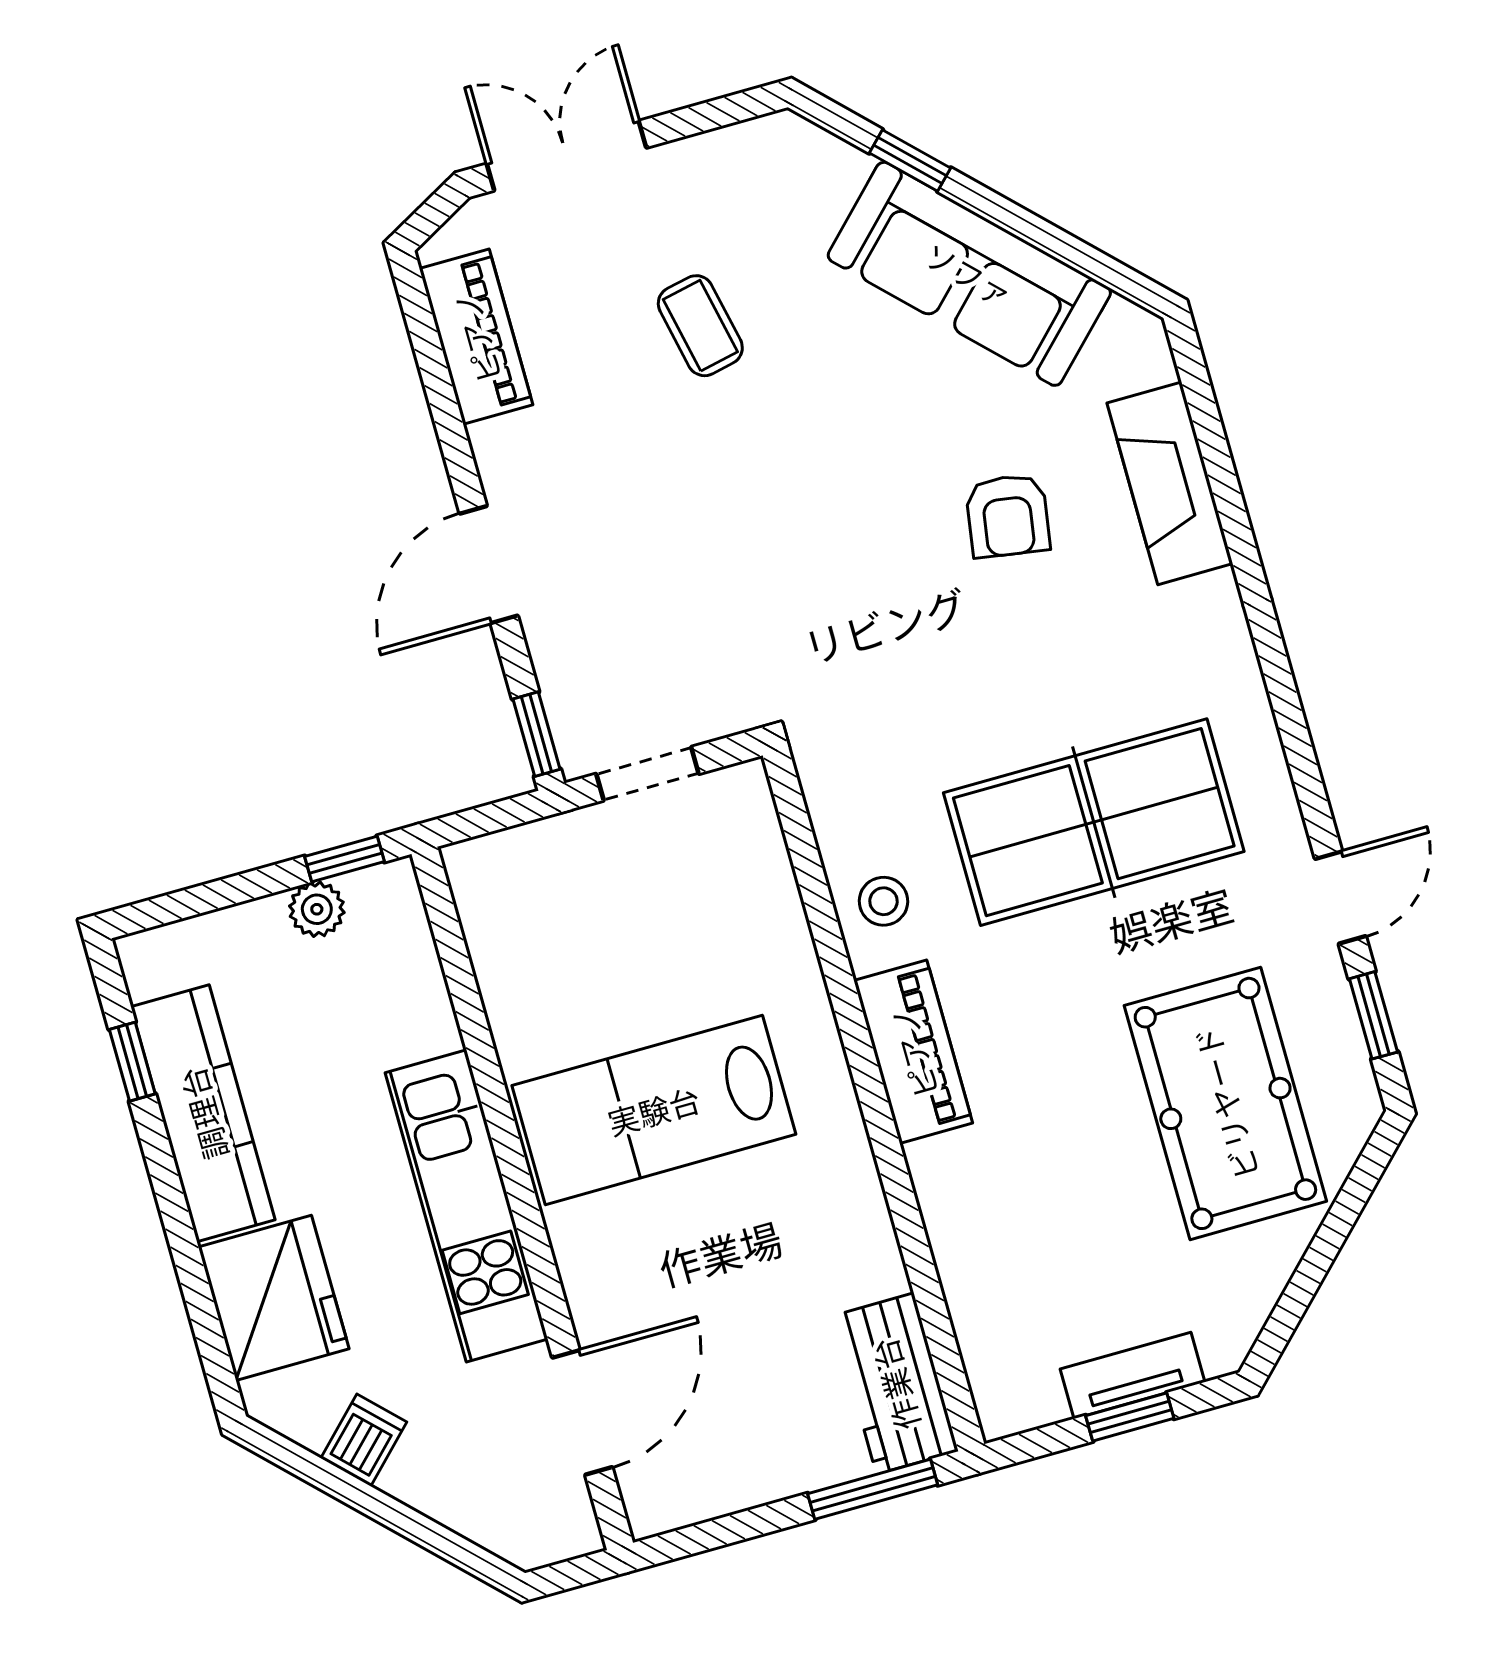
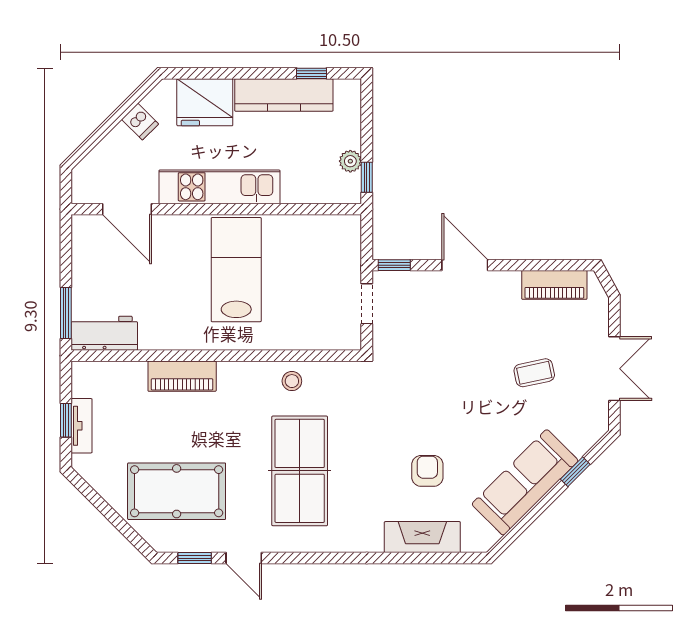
double door: (566, 156) -> (614, 369), moved
armchair: (1008, 516) -> (427, 471), turned 81
piano: (913, 1052) -> (182, 376), moved

